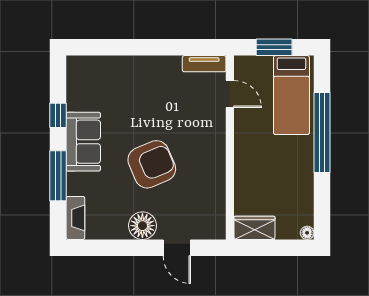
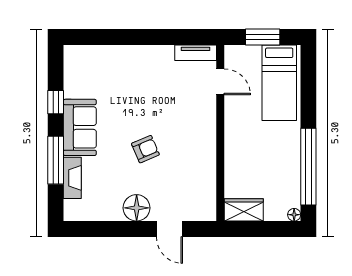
window: (322, 133) -> (308, 167), moved
armchair: (152, 164) -> (145, 149), width x0.53, depth x0.53
fireplace: (75, 218) -> (72, 178), moved

